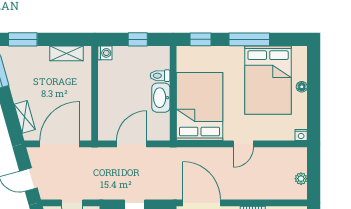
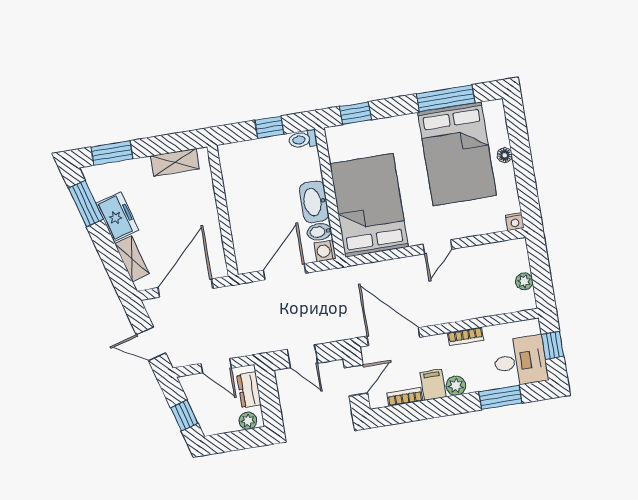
window: (249, 39) -> (446, 98), moved
washing machine: (105, 53) -> (325, 251), moved, turned 180
toilet: (160, 76) -> (303, 139), moved
freezer: (19, 85) -> (117, 217), added
bidet: (161, 120) -> (319, 232), added

